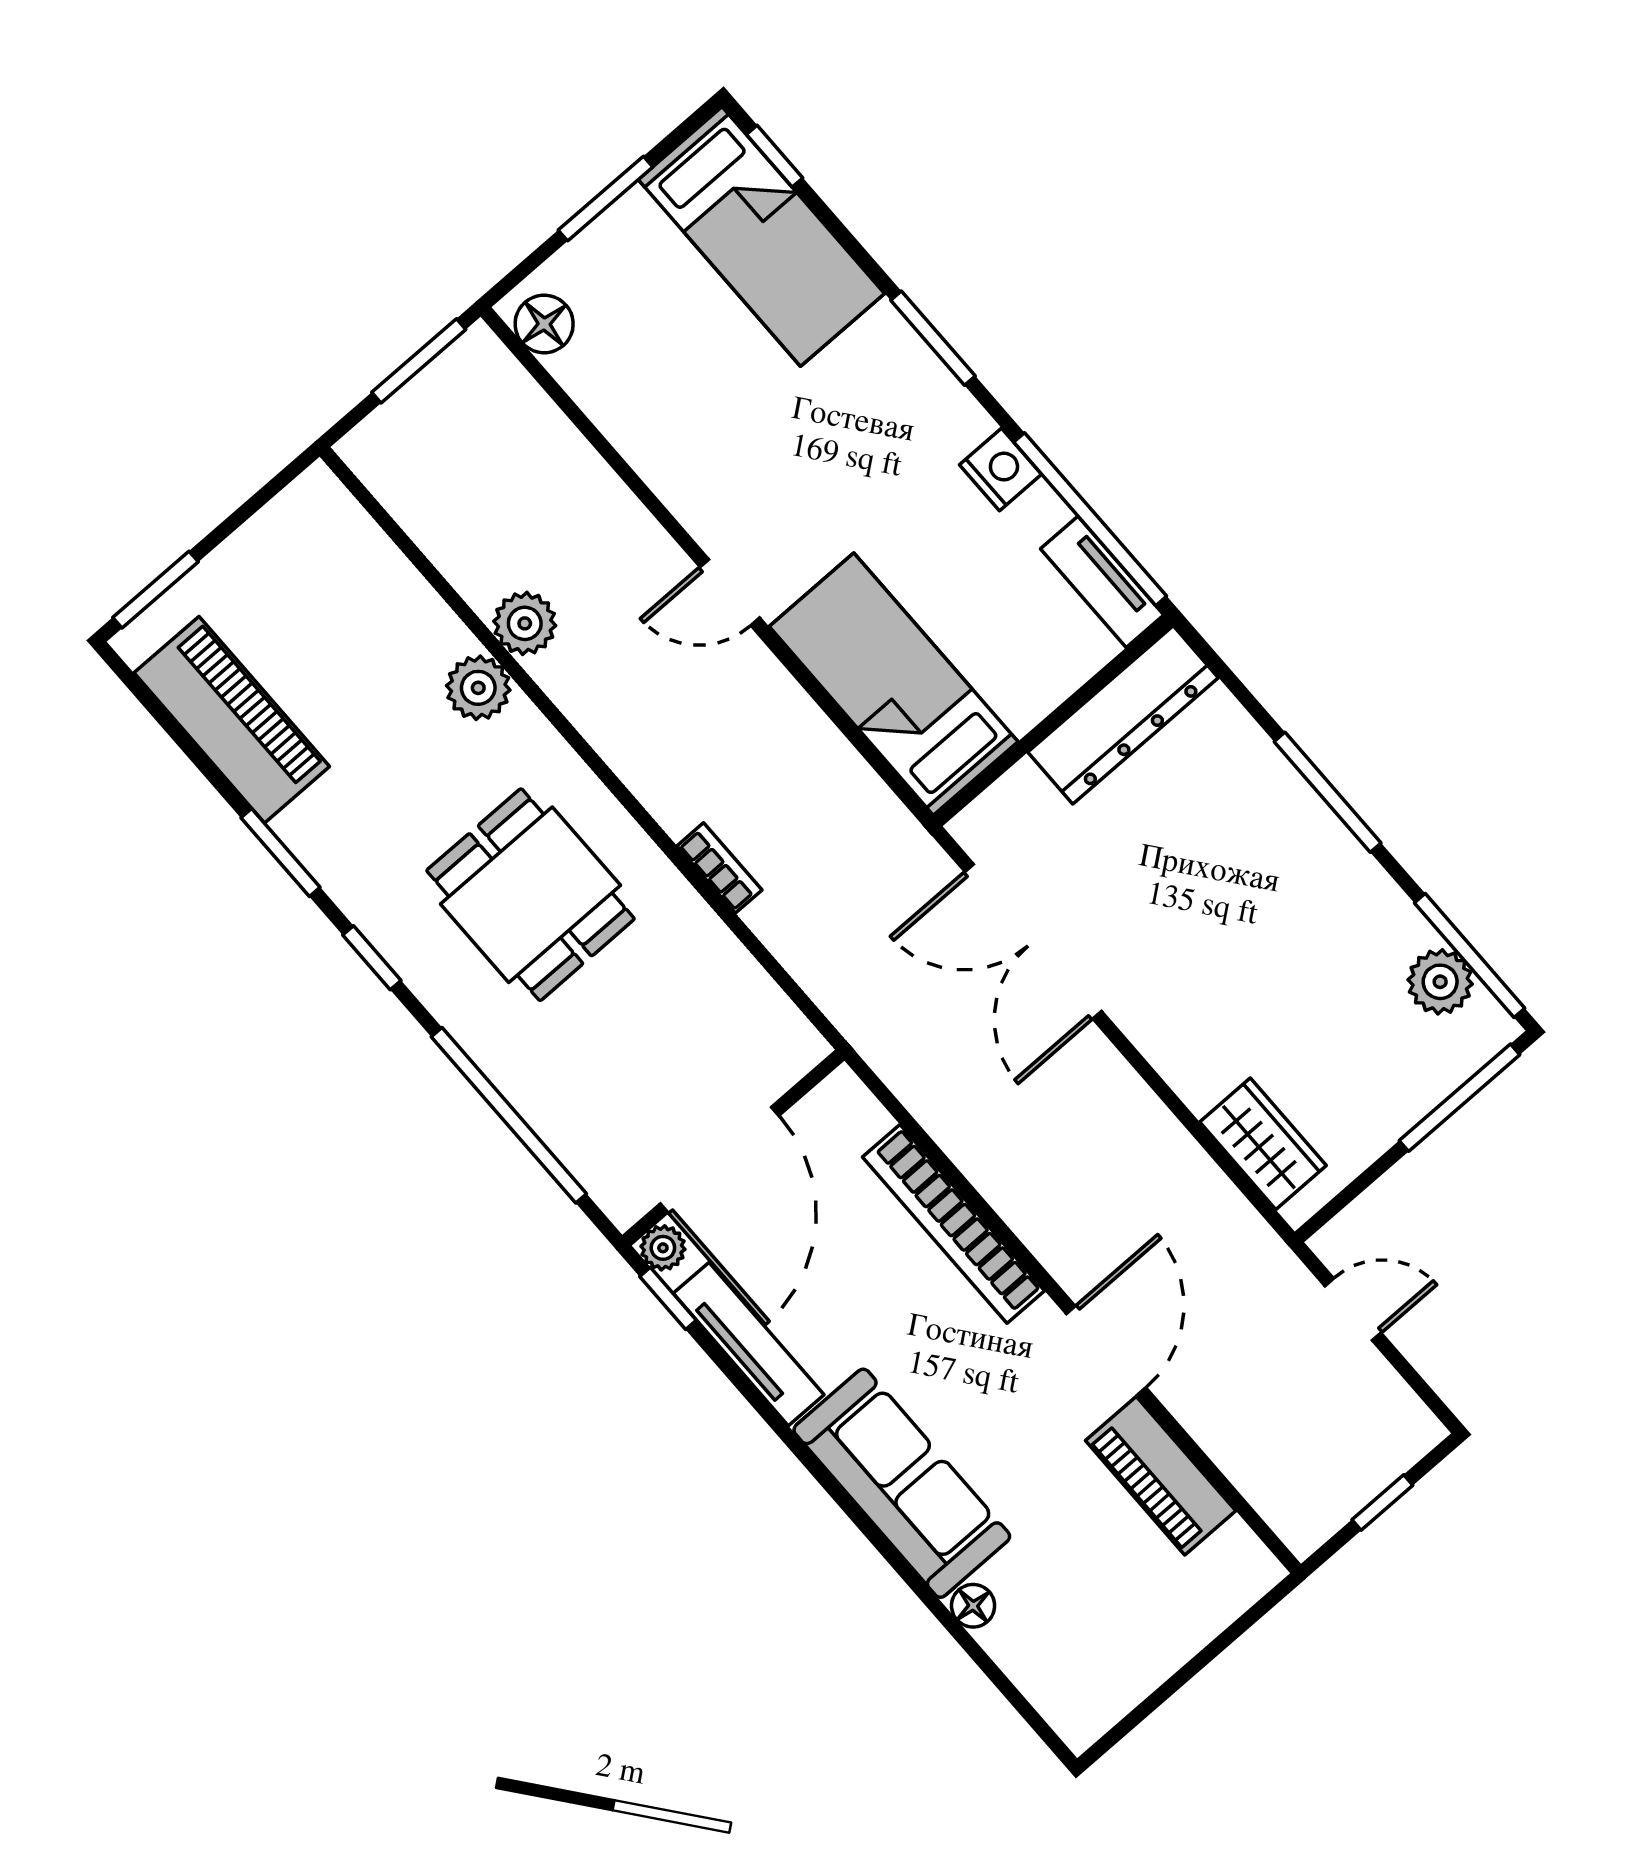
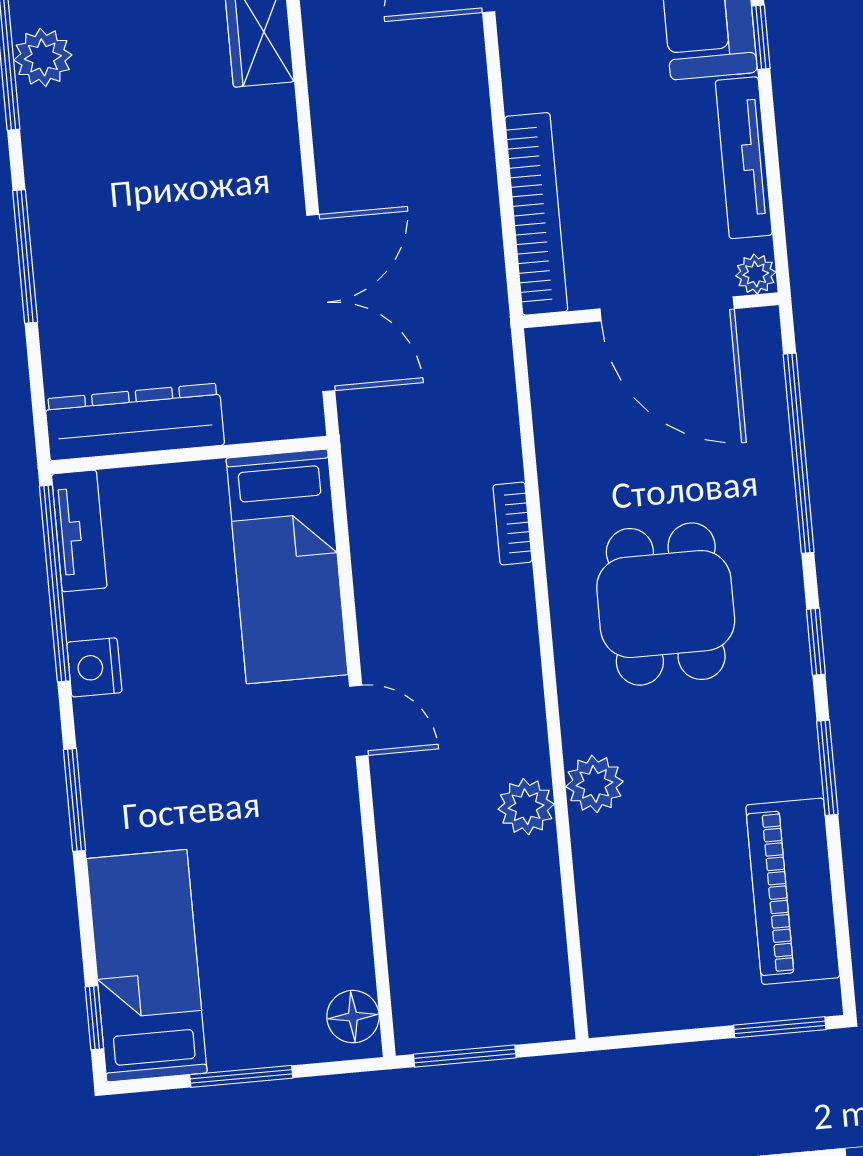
door: (720, 1160) -> (667, 309), swing flipped
bookcase: (953, 1224) -> (536, 214), moved
window: (668, 1298) -> (761, 37), moved

